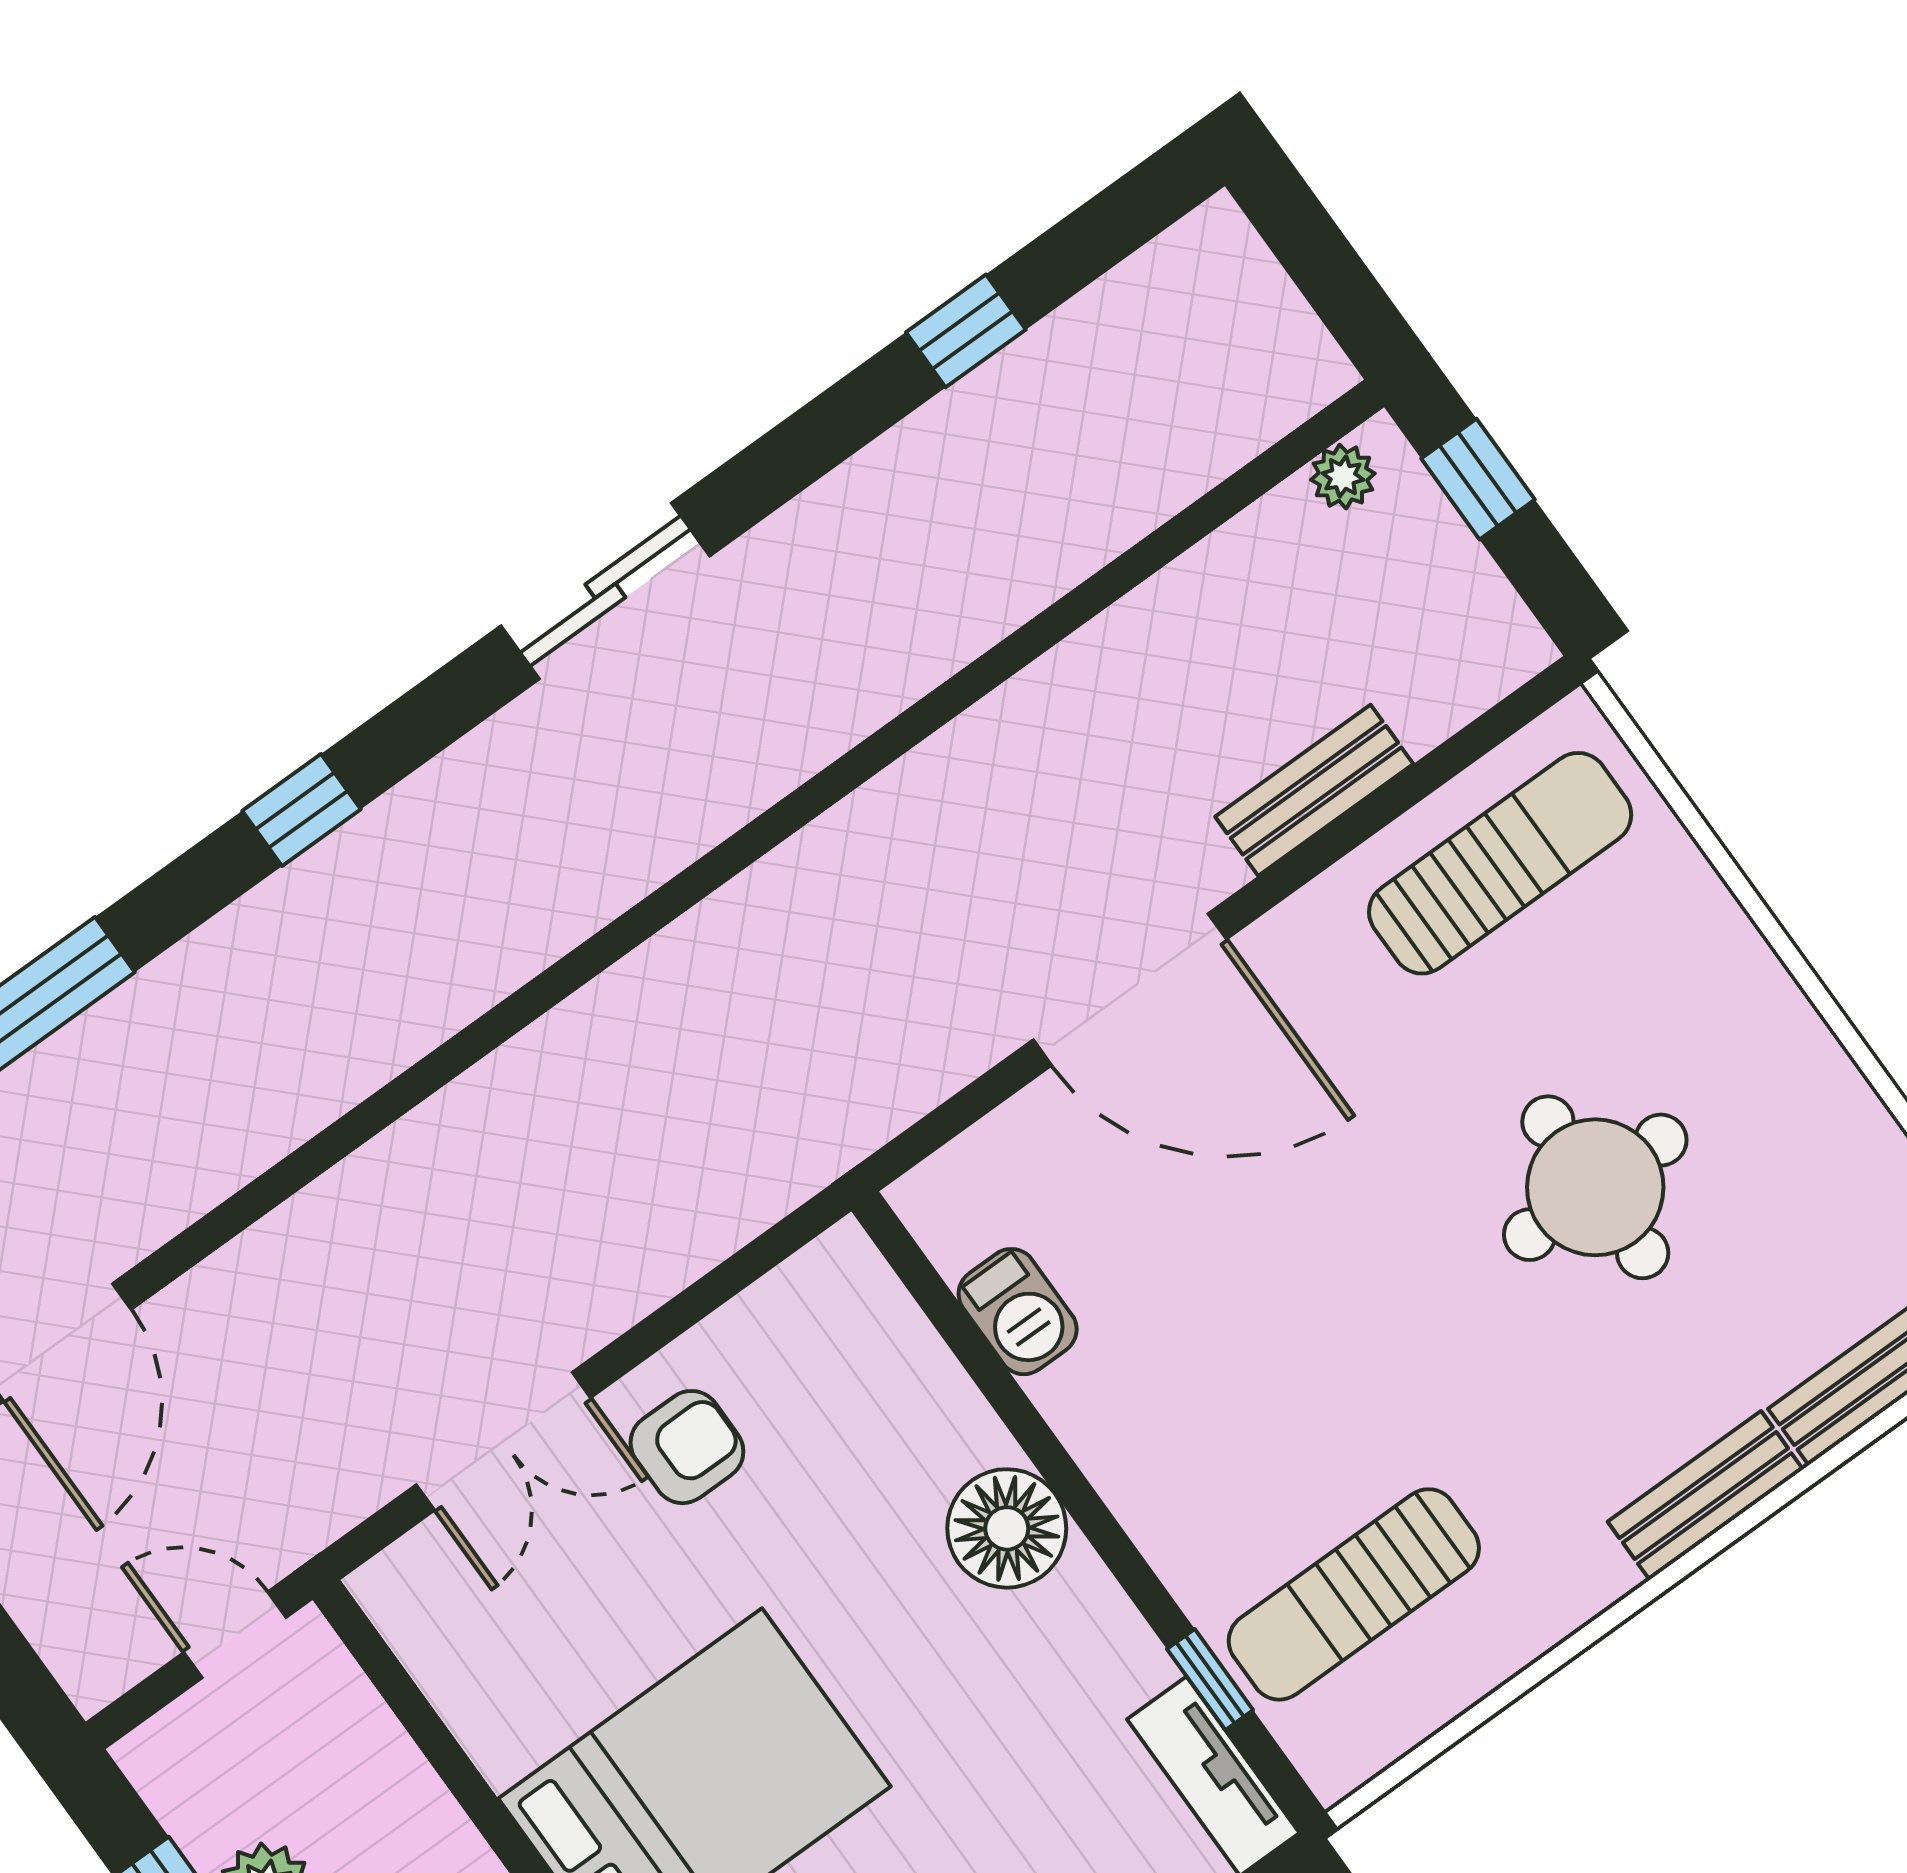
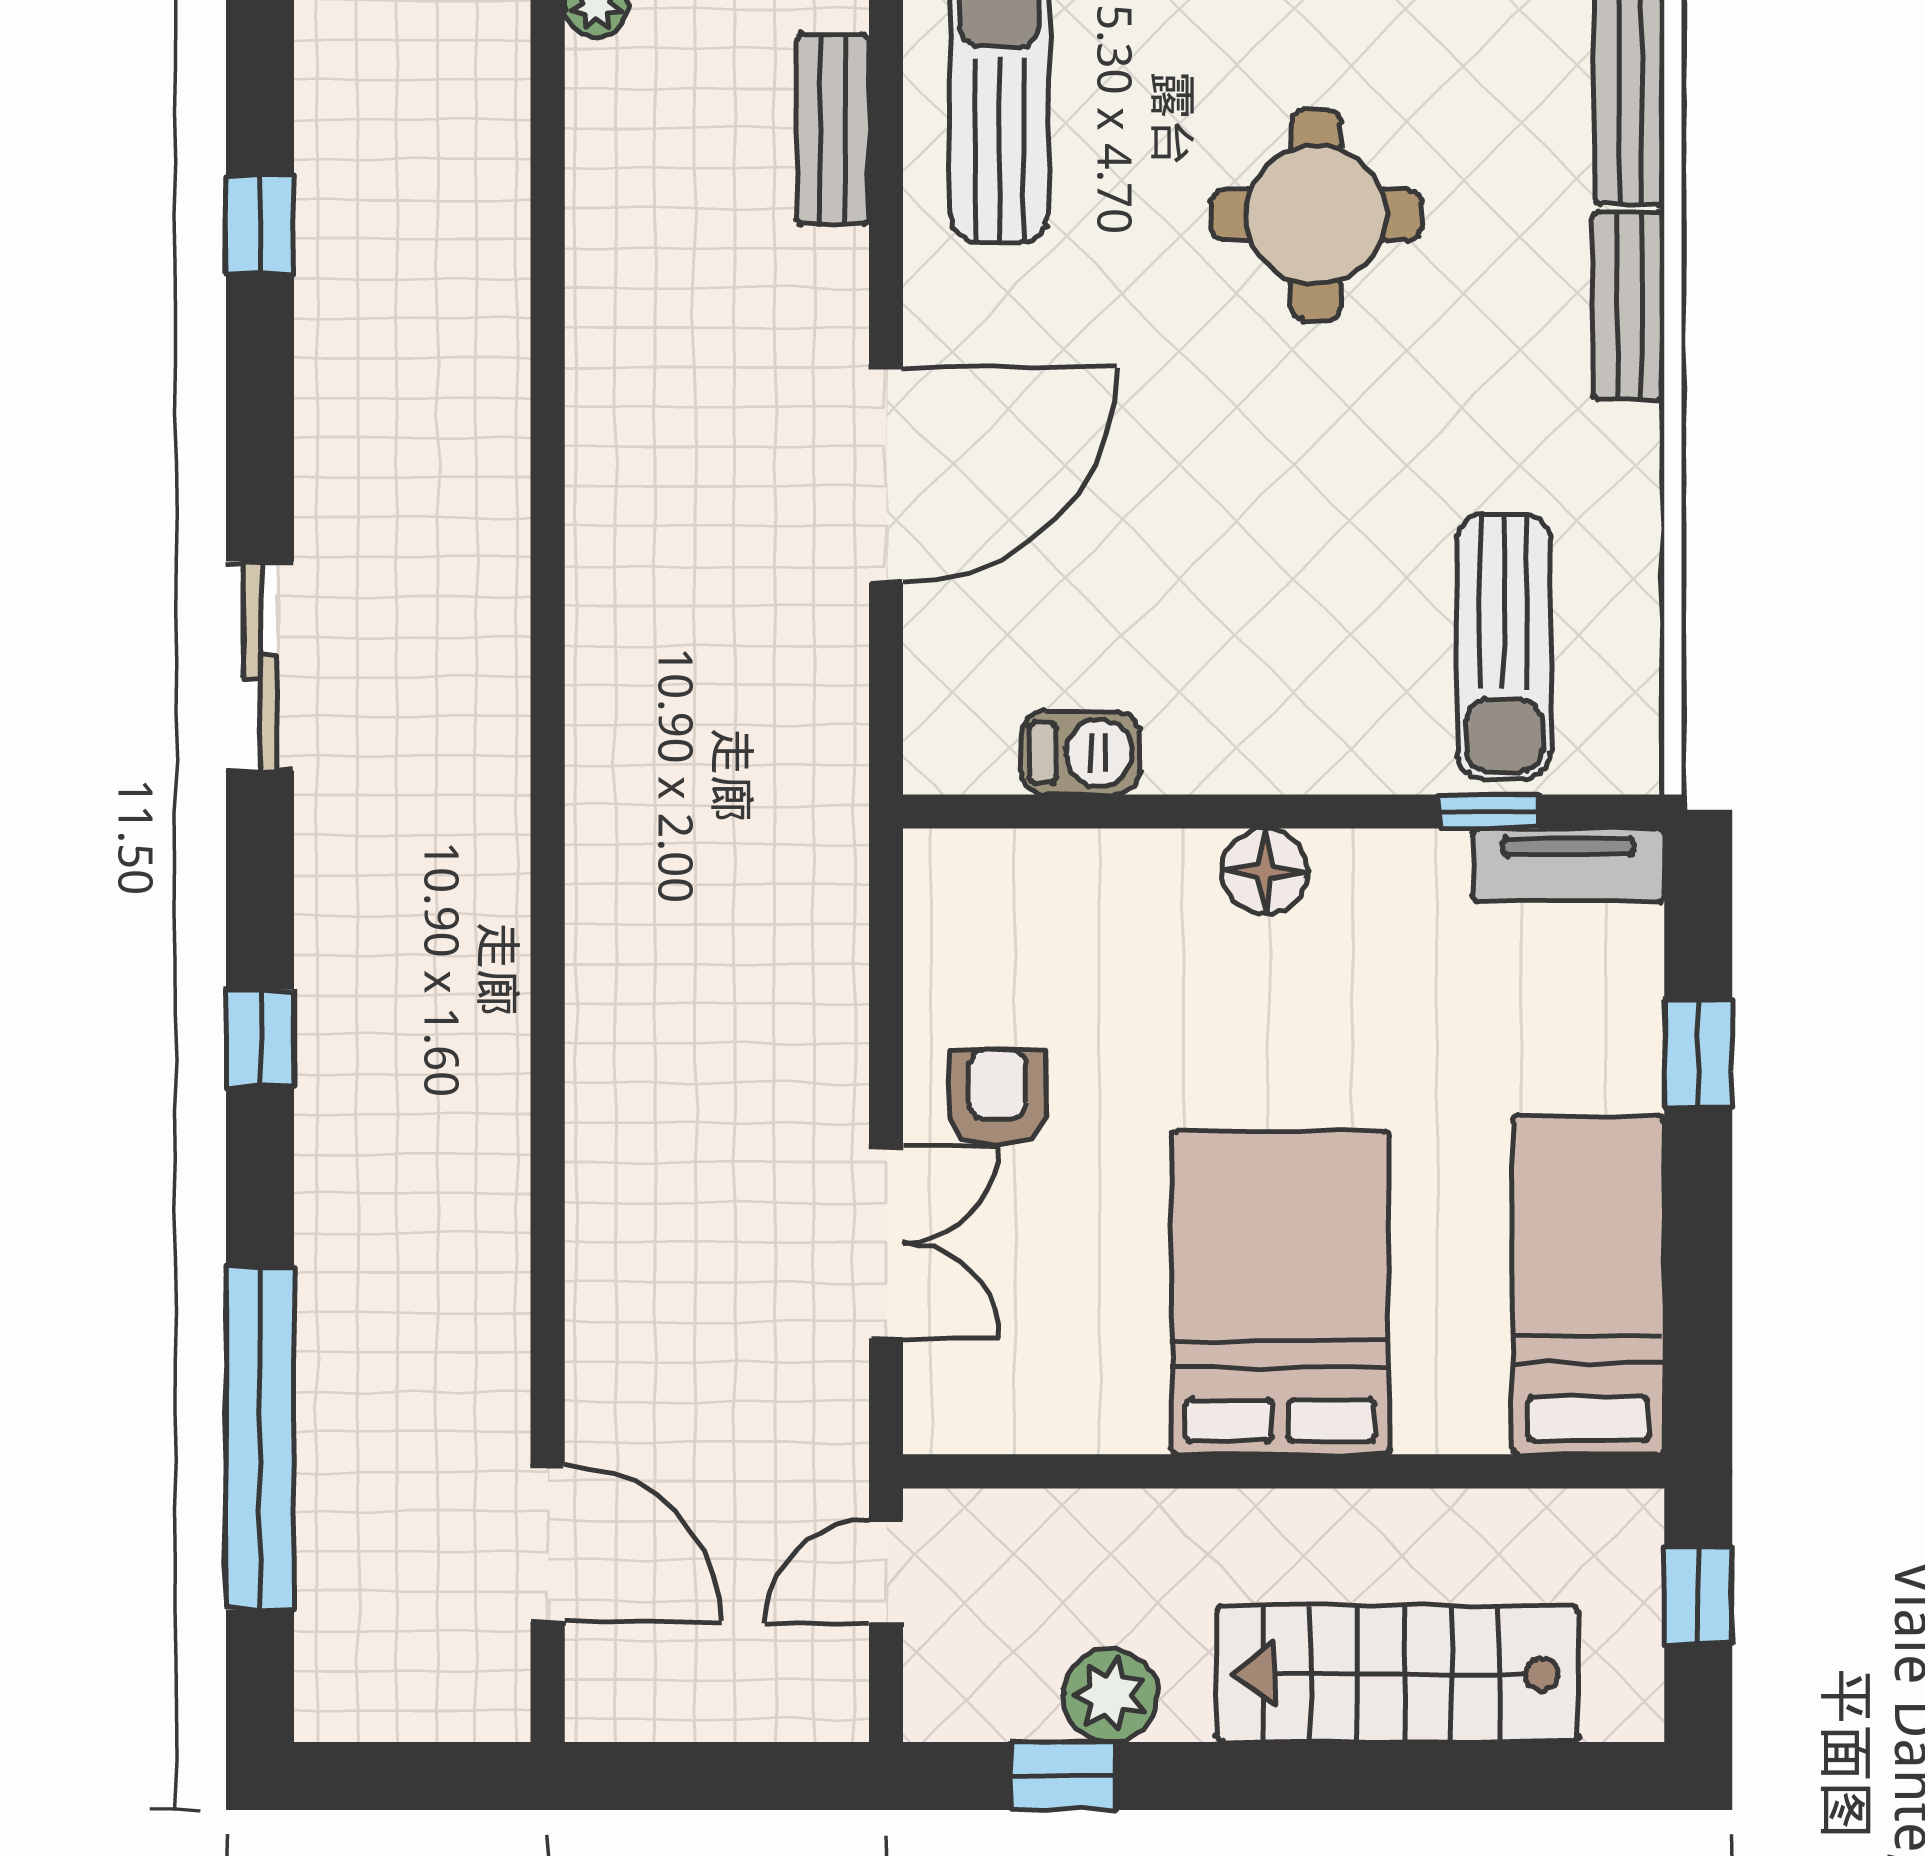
bench: (1314, 790) -> (833, 130), moved
floor lamp: (1007, 1528) -> (1265, 871), width x0.73, depth x0.73

